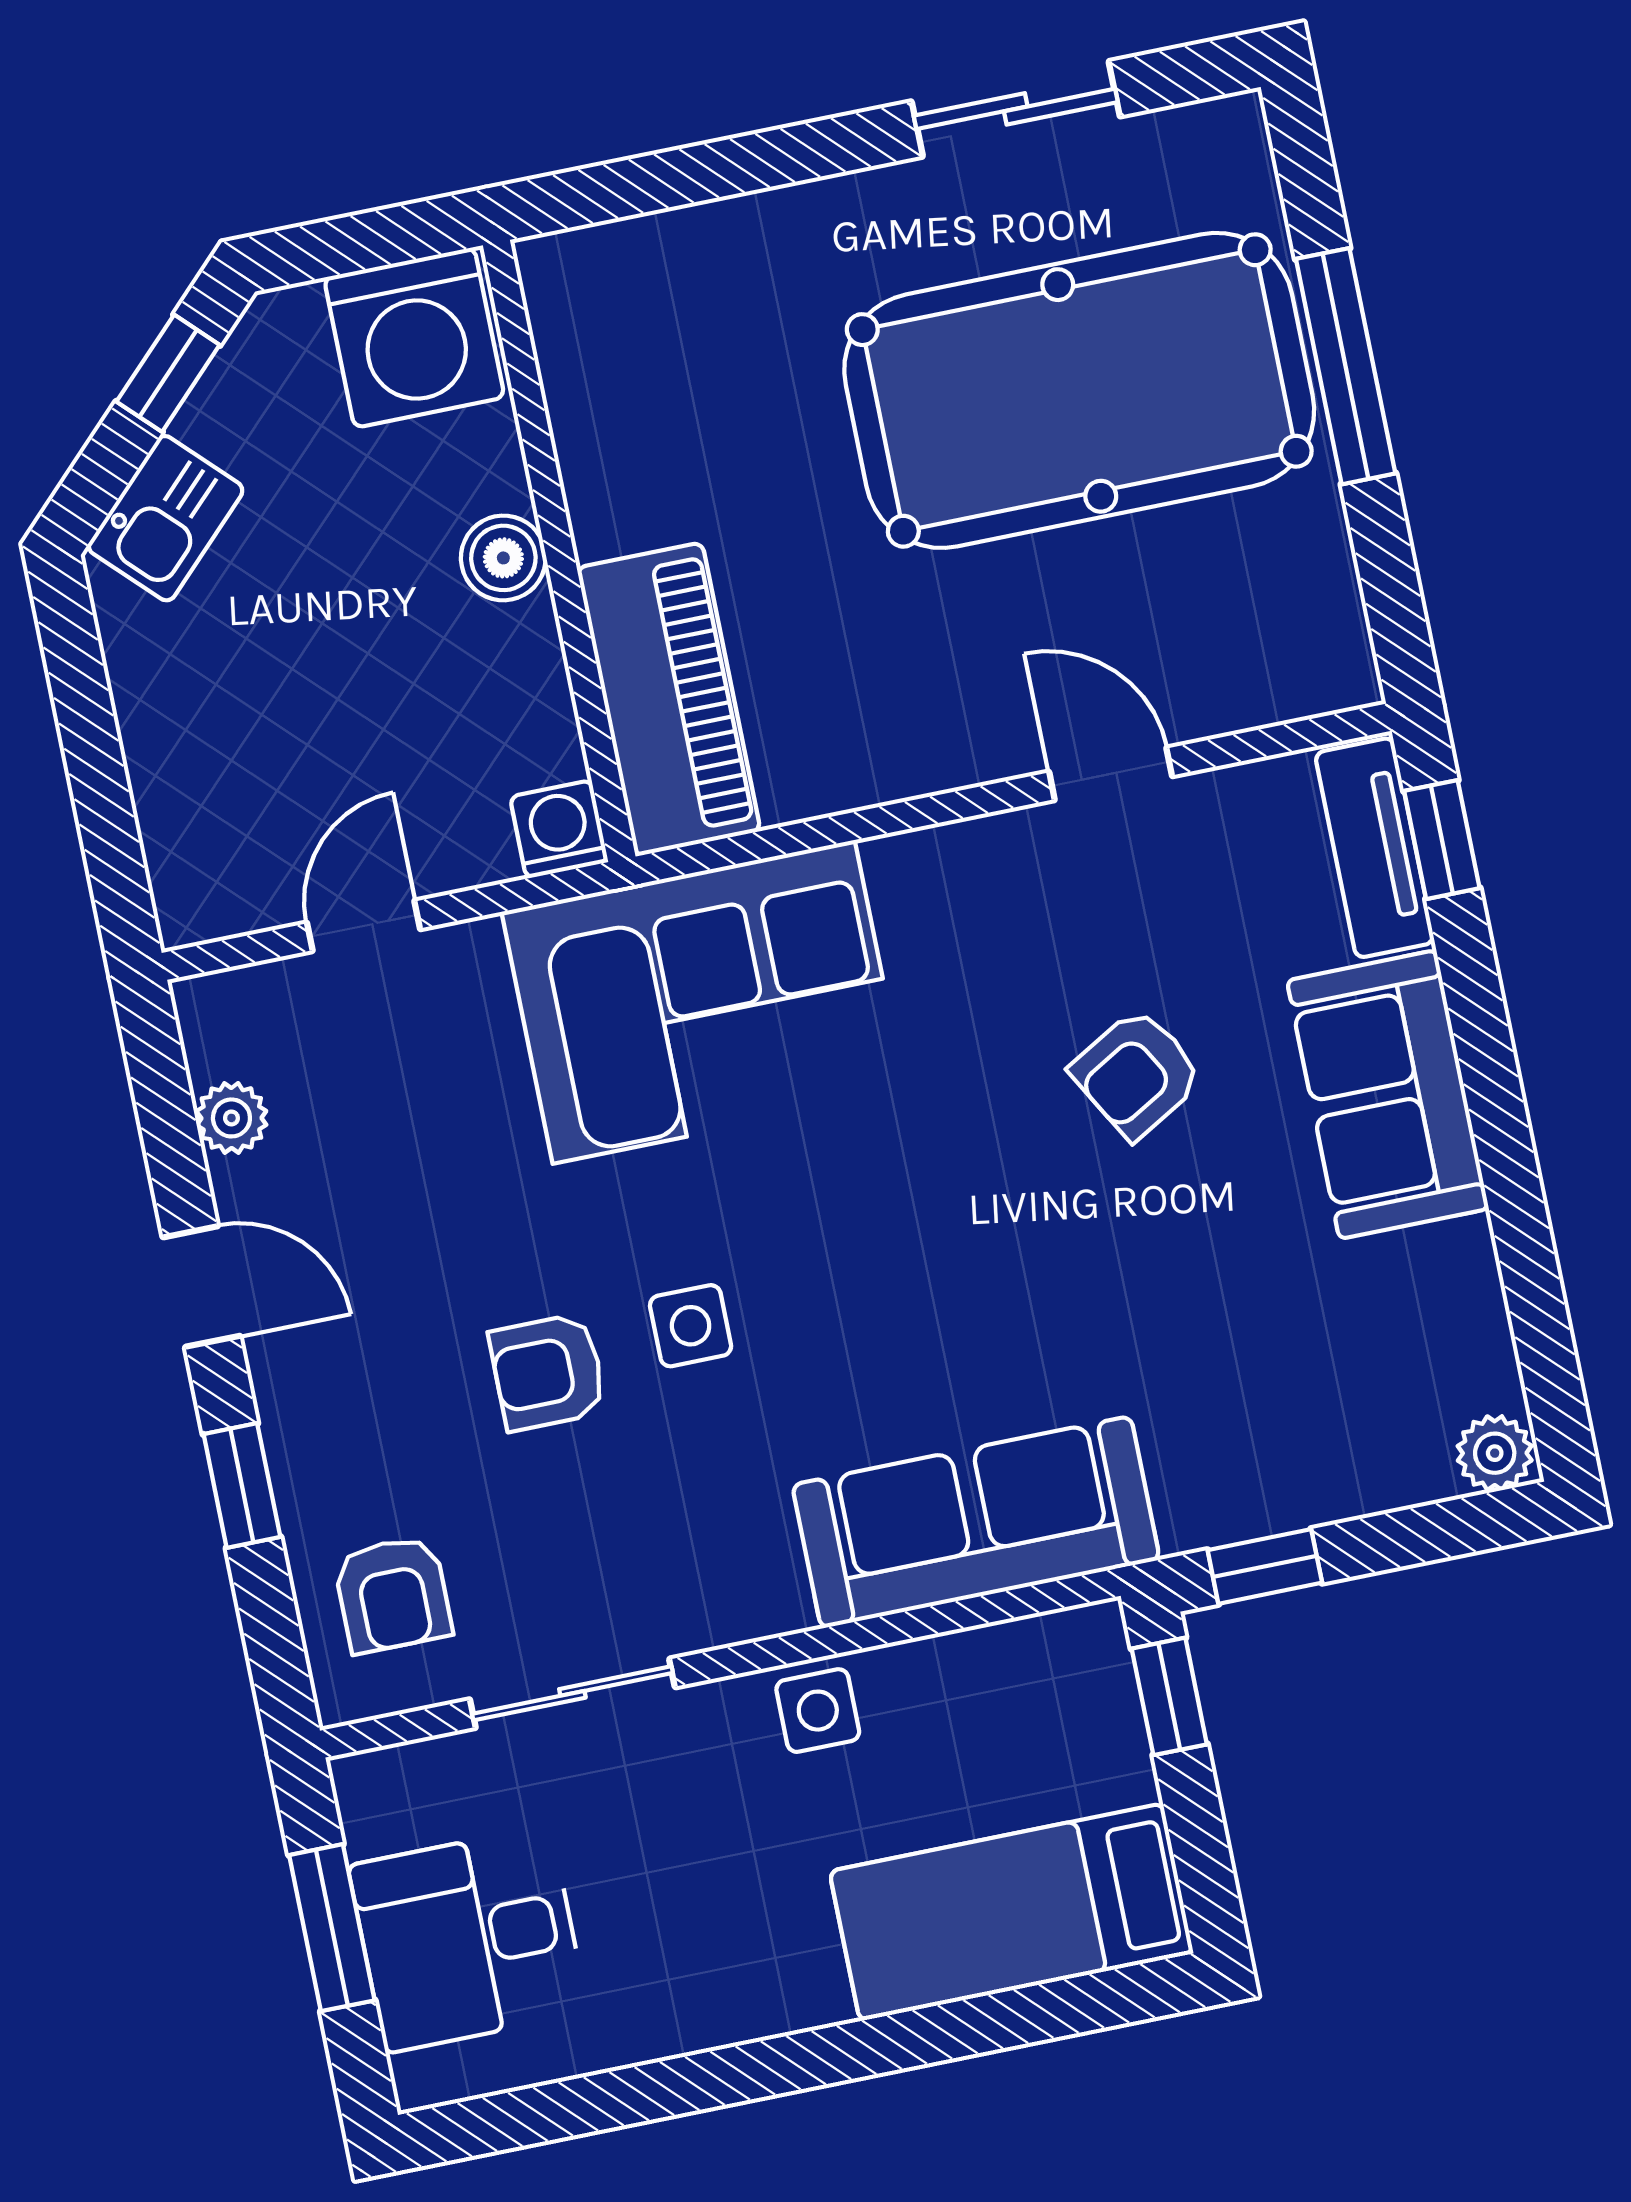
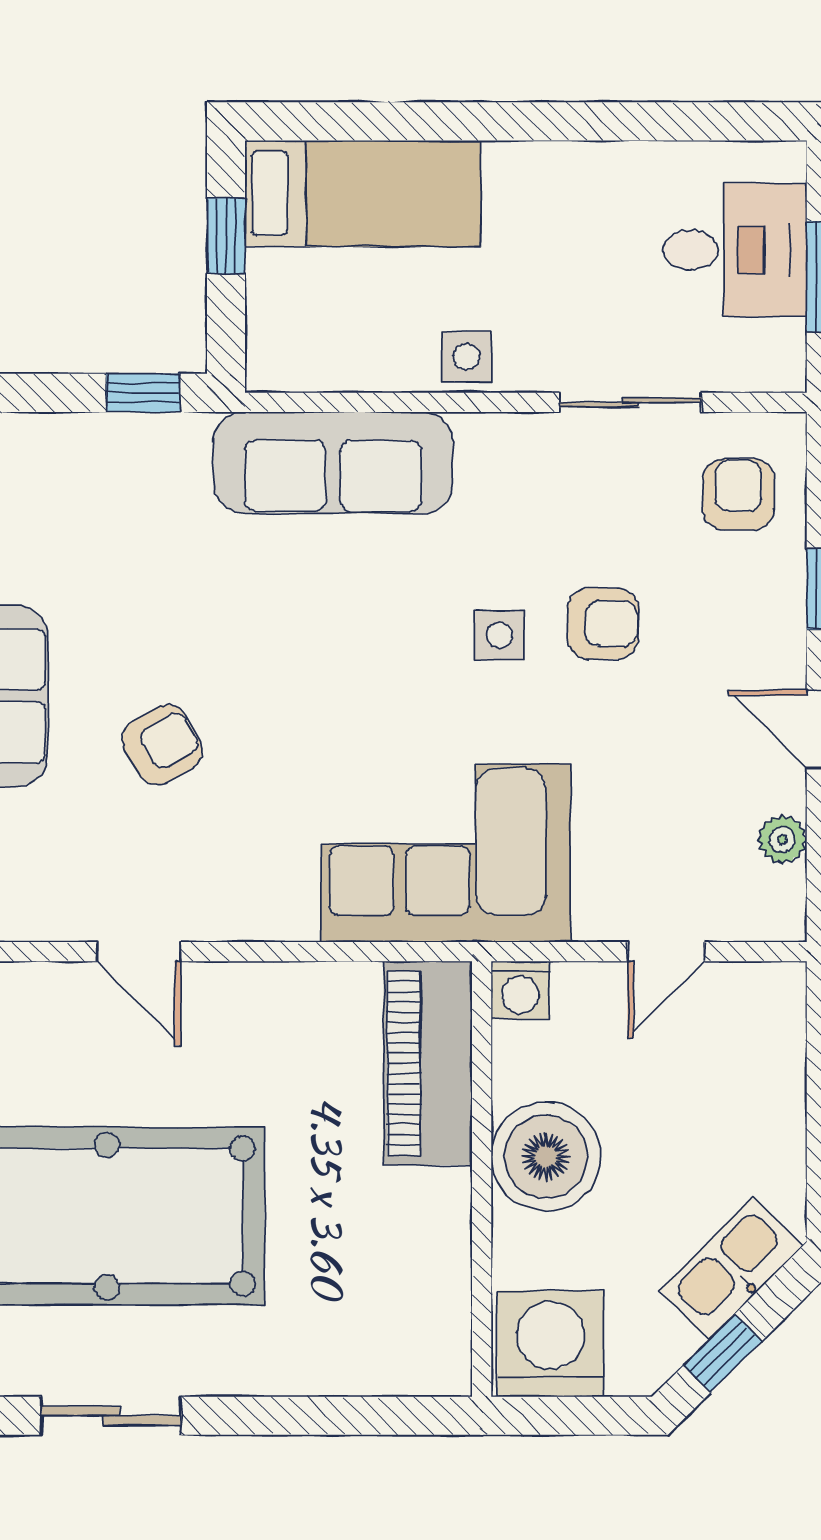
kitchen sink: (166, 518) -> (731, 1268), width x1.38
boiler: (503, 558) -> (546, 1157), width x1.86, depth x1.86
window: (1169, 1696) -> (226, 236), moved

